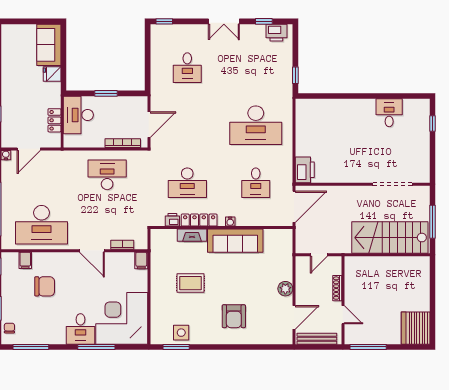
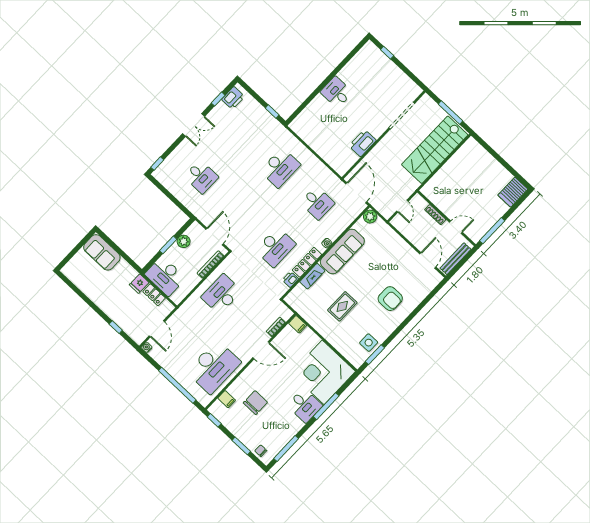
fridge: (52, 74) -> (139, 284), moved
plant: (121, 103) -> (184, 241), added
desk: (389, 113) -> (336, 92), moved
desk: (256, 125) -> (280, 168), width x0.73, depth x0.77
printer: (305, 170) -> (363, 143), moved, turned -90
plant: (285, 289) -> (370, 217), moved
server rack: (416, 328) -> (513, 192), width x0.62

